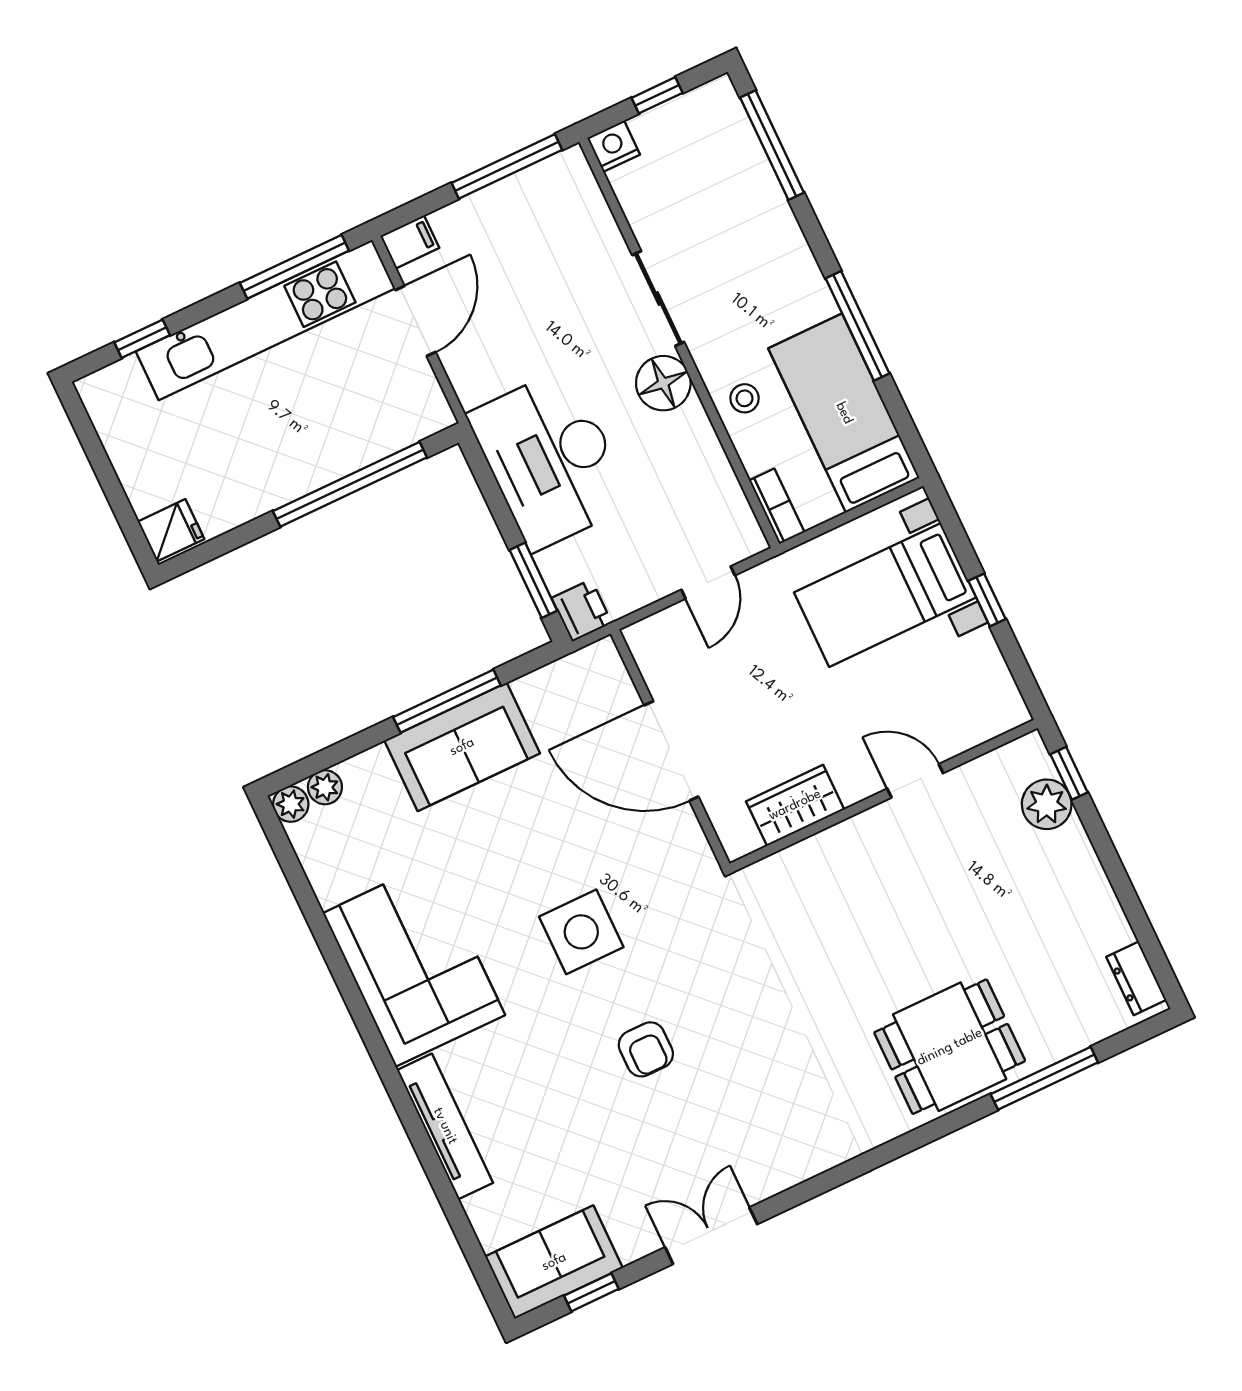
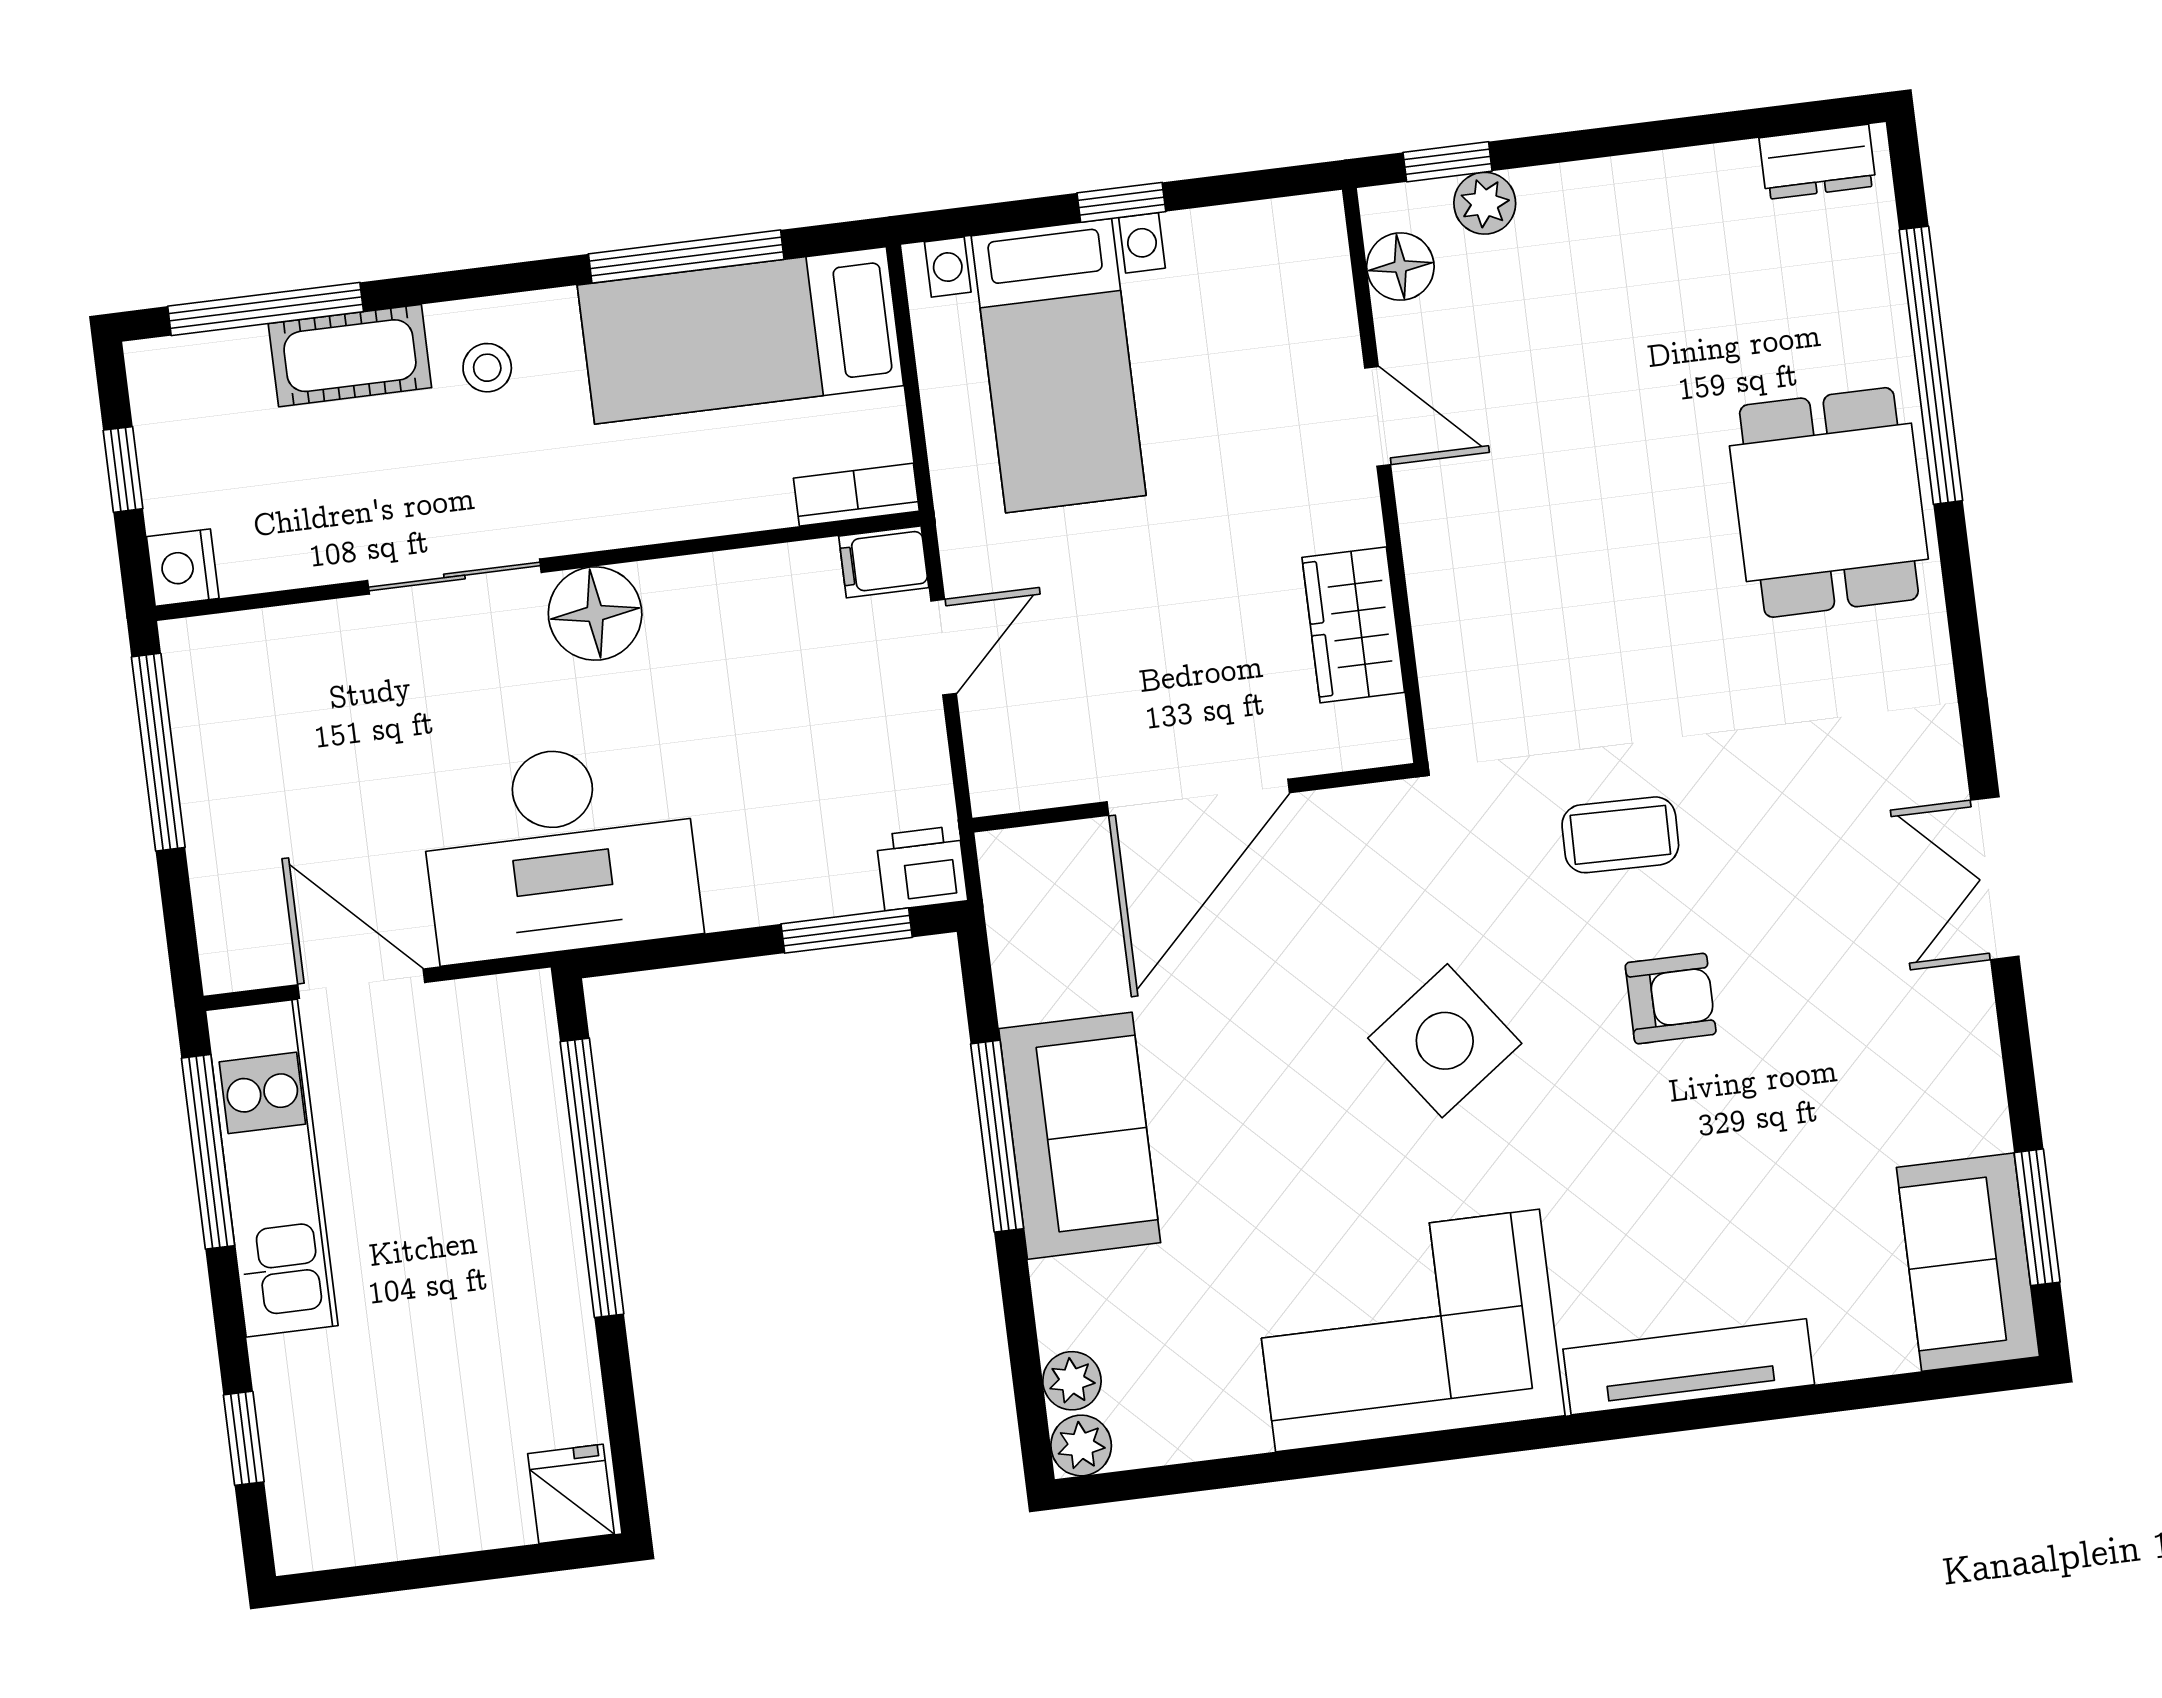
cot: (762, 200) -> (350, 356), added
filing cabinet: (410, 242) -> (884, 562), moved, turned -90
kitchen unit: (265, 320) -> (272, 1168), width x0.73
window: (857, 326) -> (686, 257), moved
stool: (745, 398) -> (487, 368), moved
desk: (550, 459) -> (560, 851), moved
door: (708, 582) -> (944, 647), hinge flipped
floor lamp: (1002, 766) -> (1400, 267), added
door: (915, 781) -> (1378, 416), swing flipped
plant: (1047, 804) -> (1485, 203), width x0.73, depth x0.73
side table: (581, 932) -> (1445, 1041), turned -36
coffee table: (727, 992) -> (1620, 835), added
window: (1044, 1078) -> (1931, 365), width x1.46
double door: (711, 1236) -> (1995, 878), moved
window: (591, 1292) -> (2037, 1217), width x1.50

